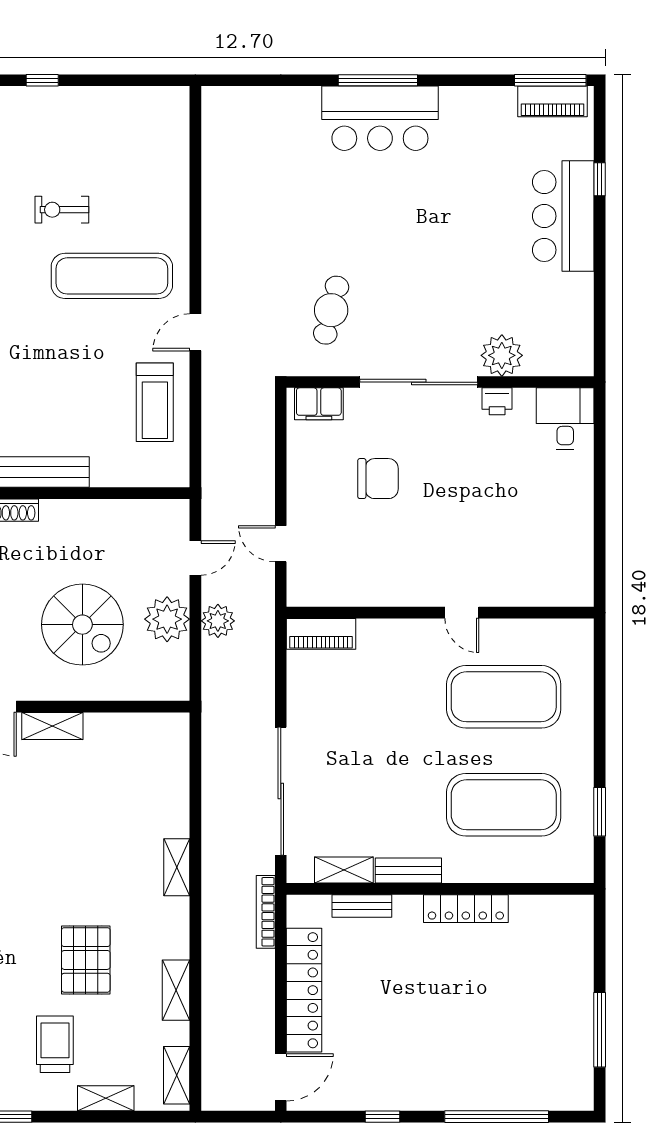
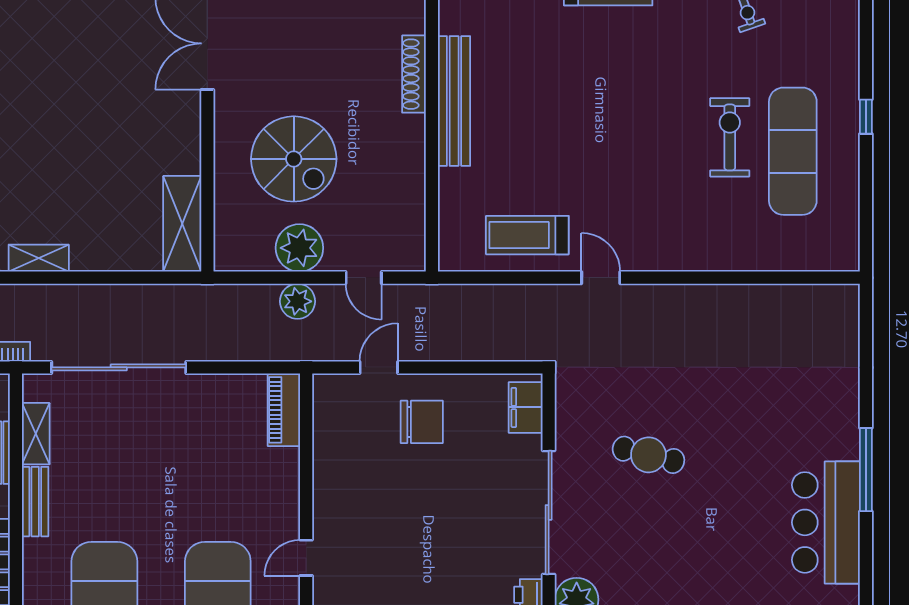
bar counter: (380, 118) -> (826, 522), moved
exercise bike: (62, 210) -> (730, 137), width x1.38, depth x1.39
exercise mat: (112, 276) -> (793, 151), moved
cafe table: (331, 310) -> (648, 455), moved
chair: (378, 479) -> (422, 422), moved, turned -90
spiral stairs: (82, 625) -> (294, 159), turned -90
shelving: (52, 726) -> (182, 224), moved, width x1.50, depth x1.33

